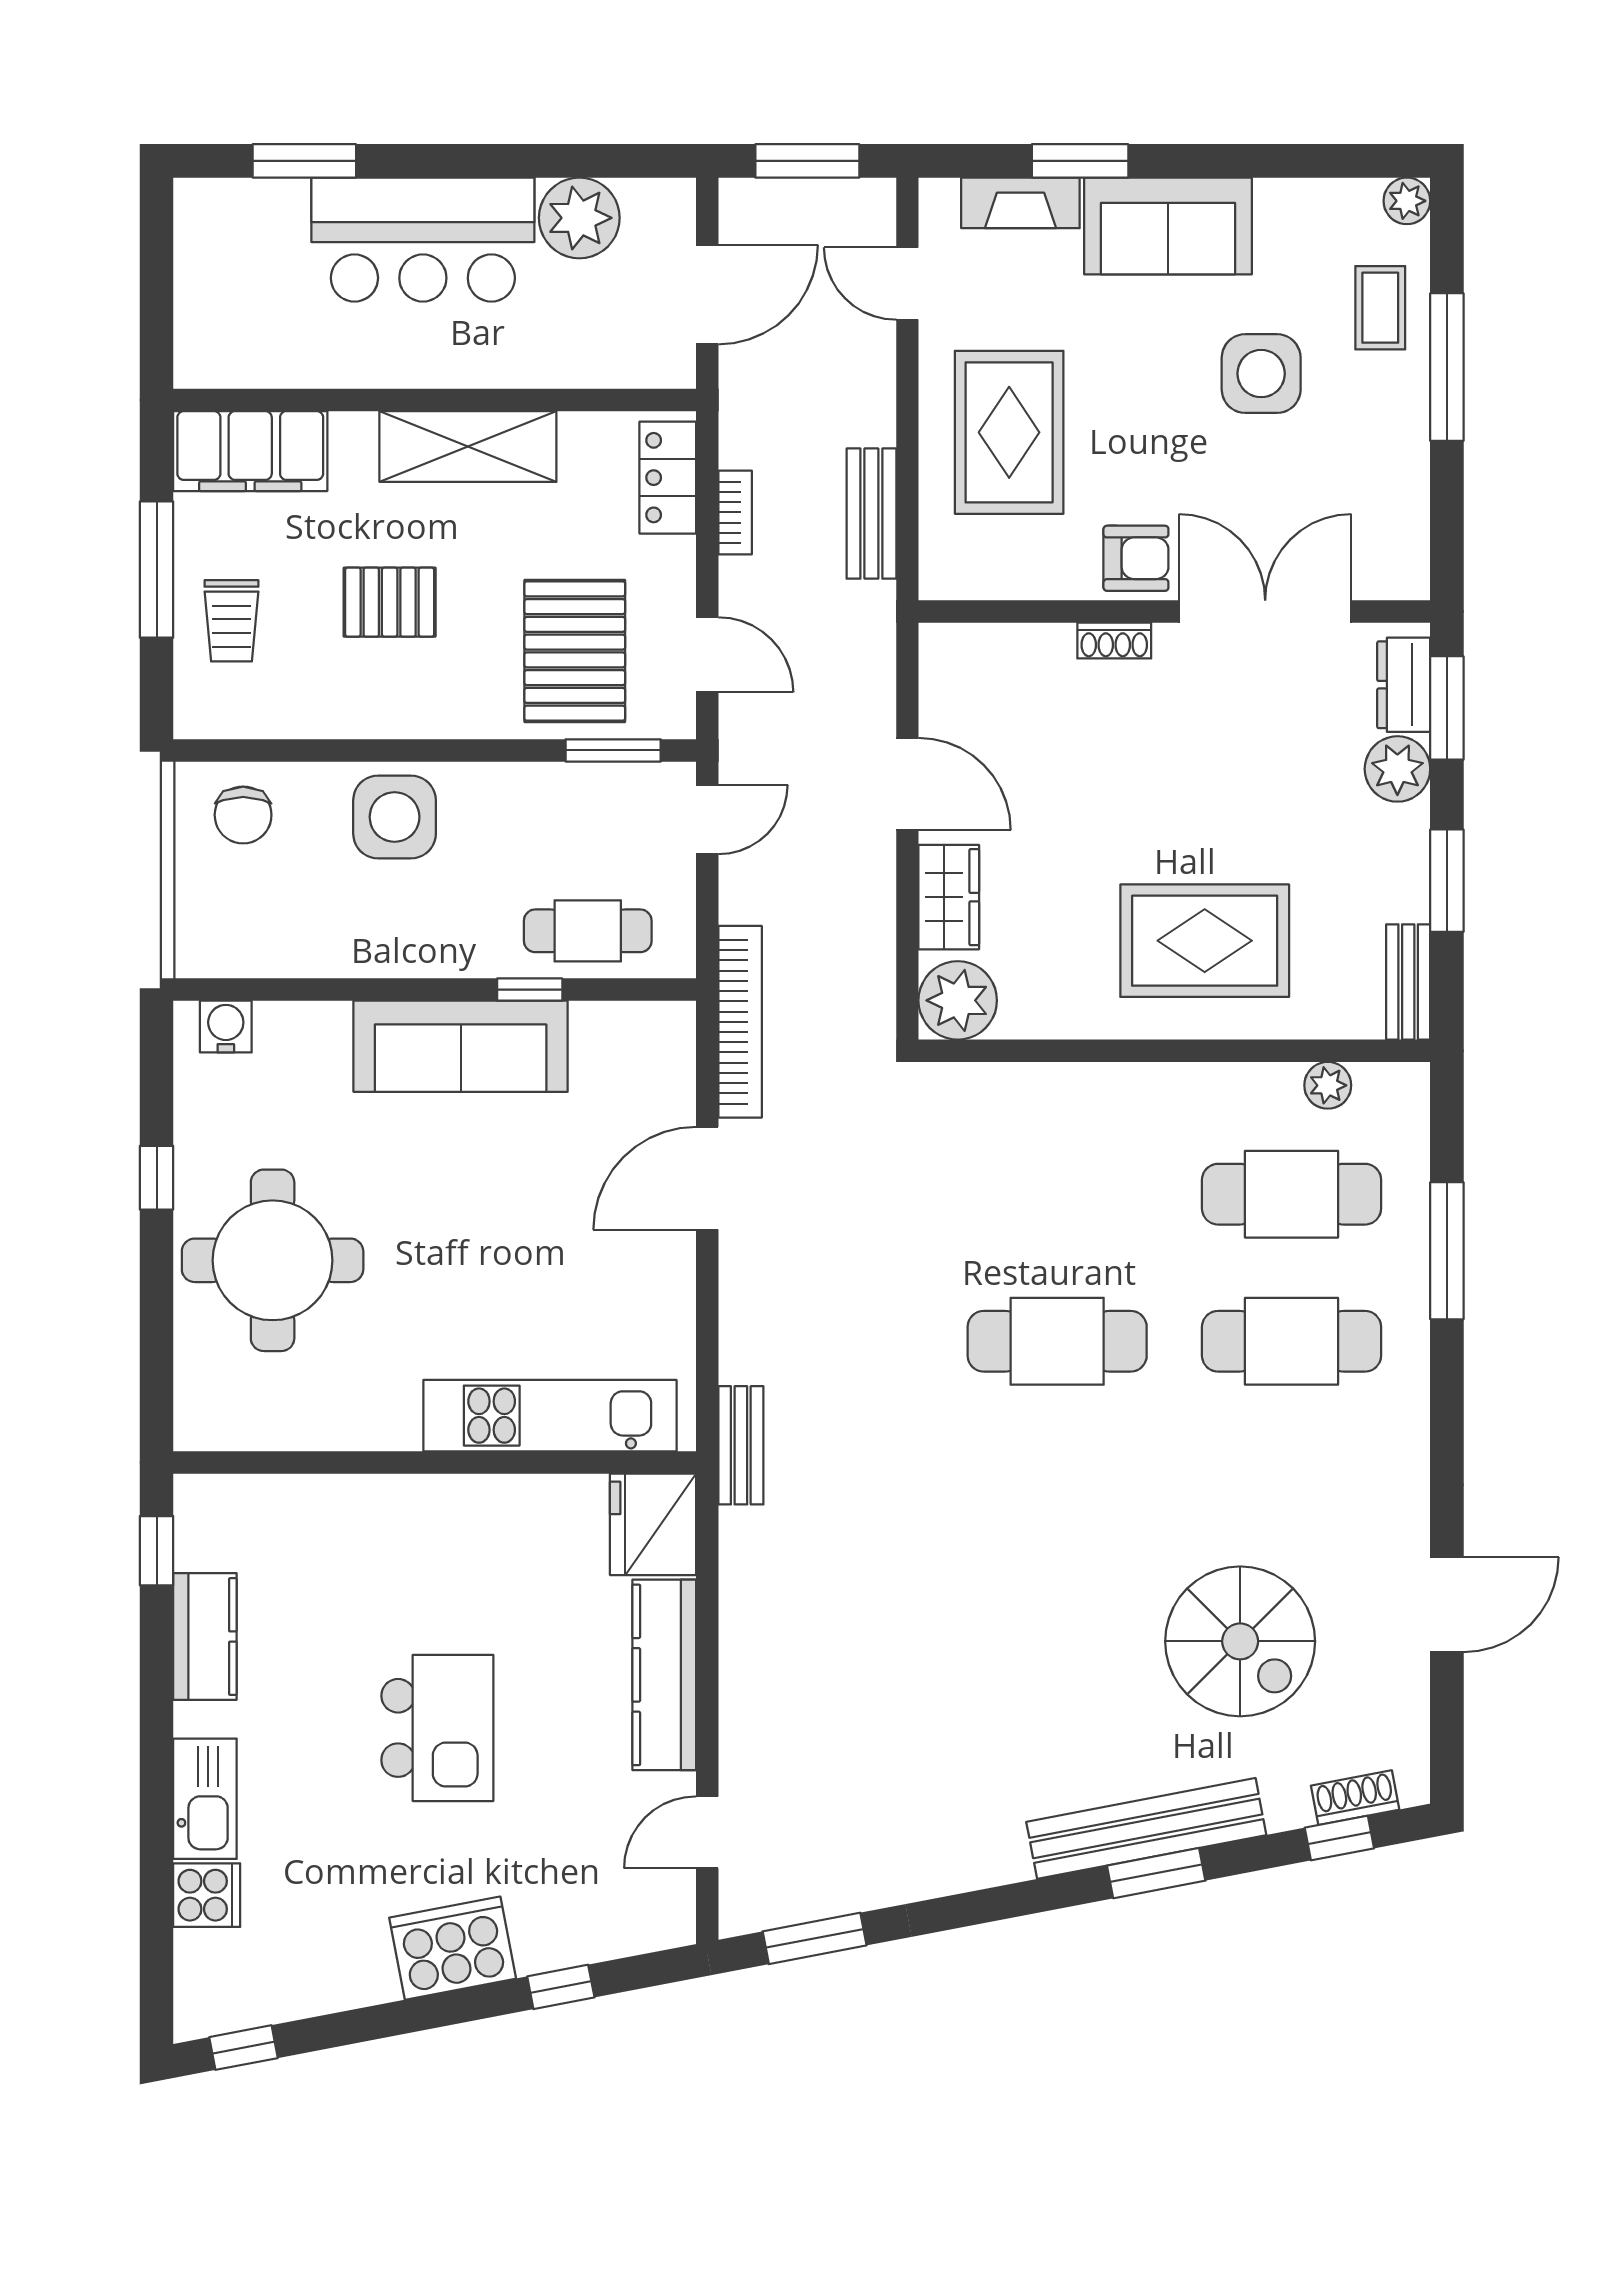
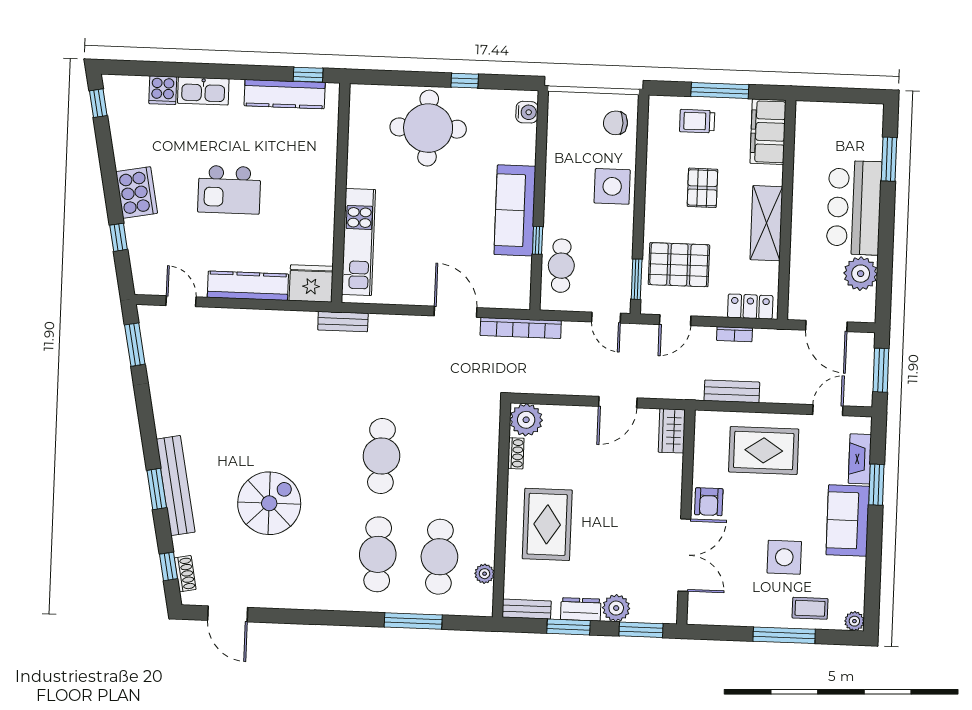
shoe rack: (1114, 640) -> (516, 453), moved, turned 180
dresser: (1404, 685) -> (581, 609), moved
wardrobe: (949, 897) -> (672, 431), moved, turned 90
door: (1447, 1605) -> (228, 614), moved
kitchen counter: (205, 1637) -> (285, 94), width x1.50
spiral stairs: (1240, 1641) -> (269, 503), moved, turned 180

